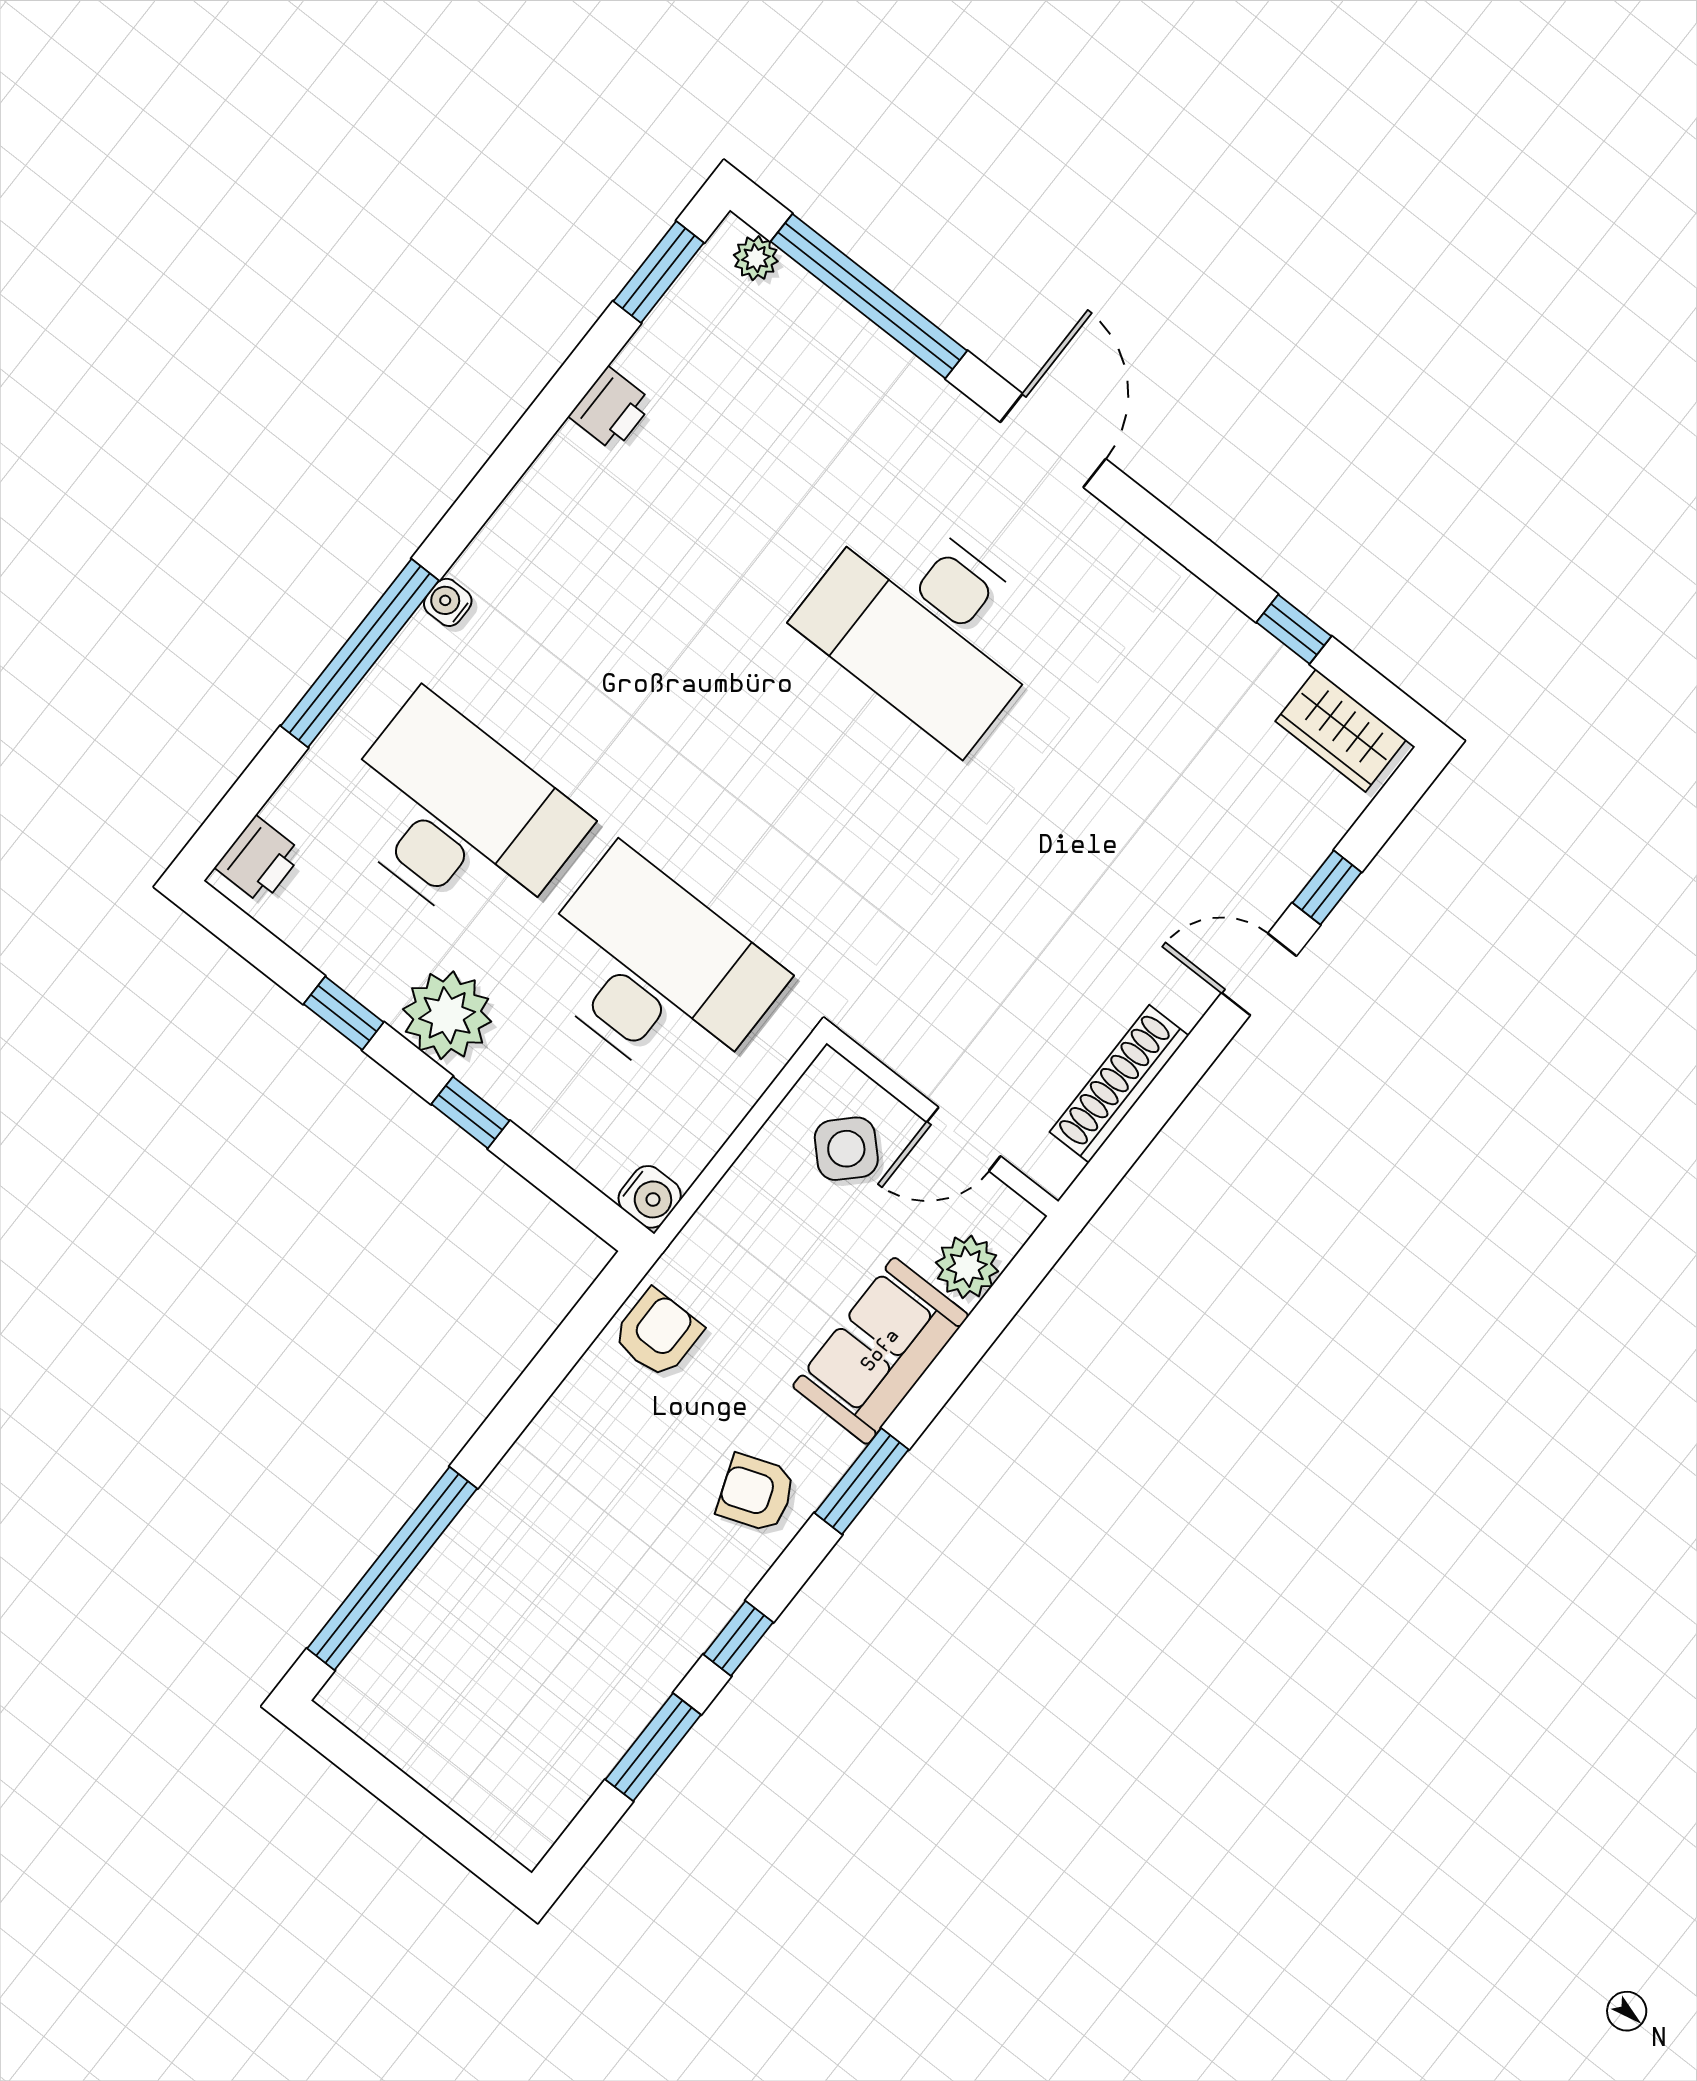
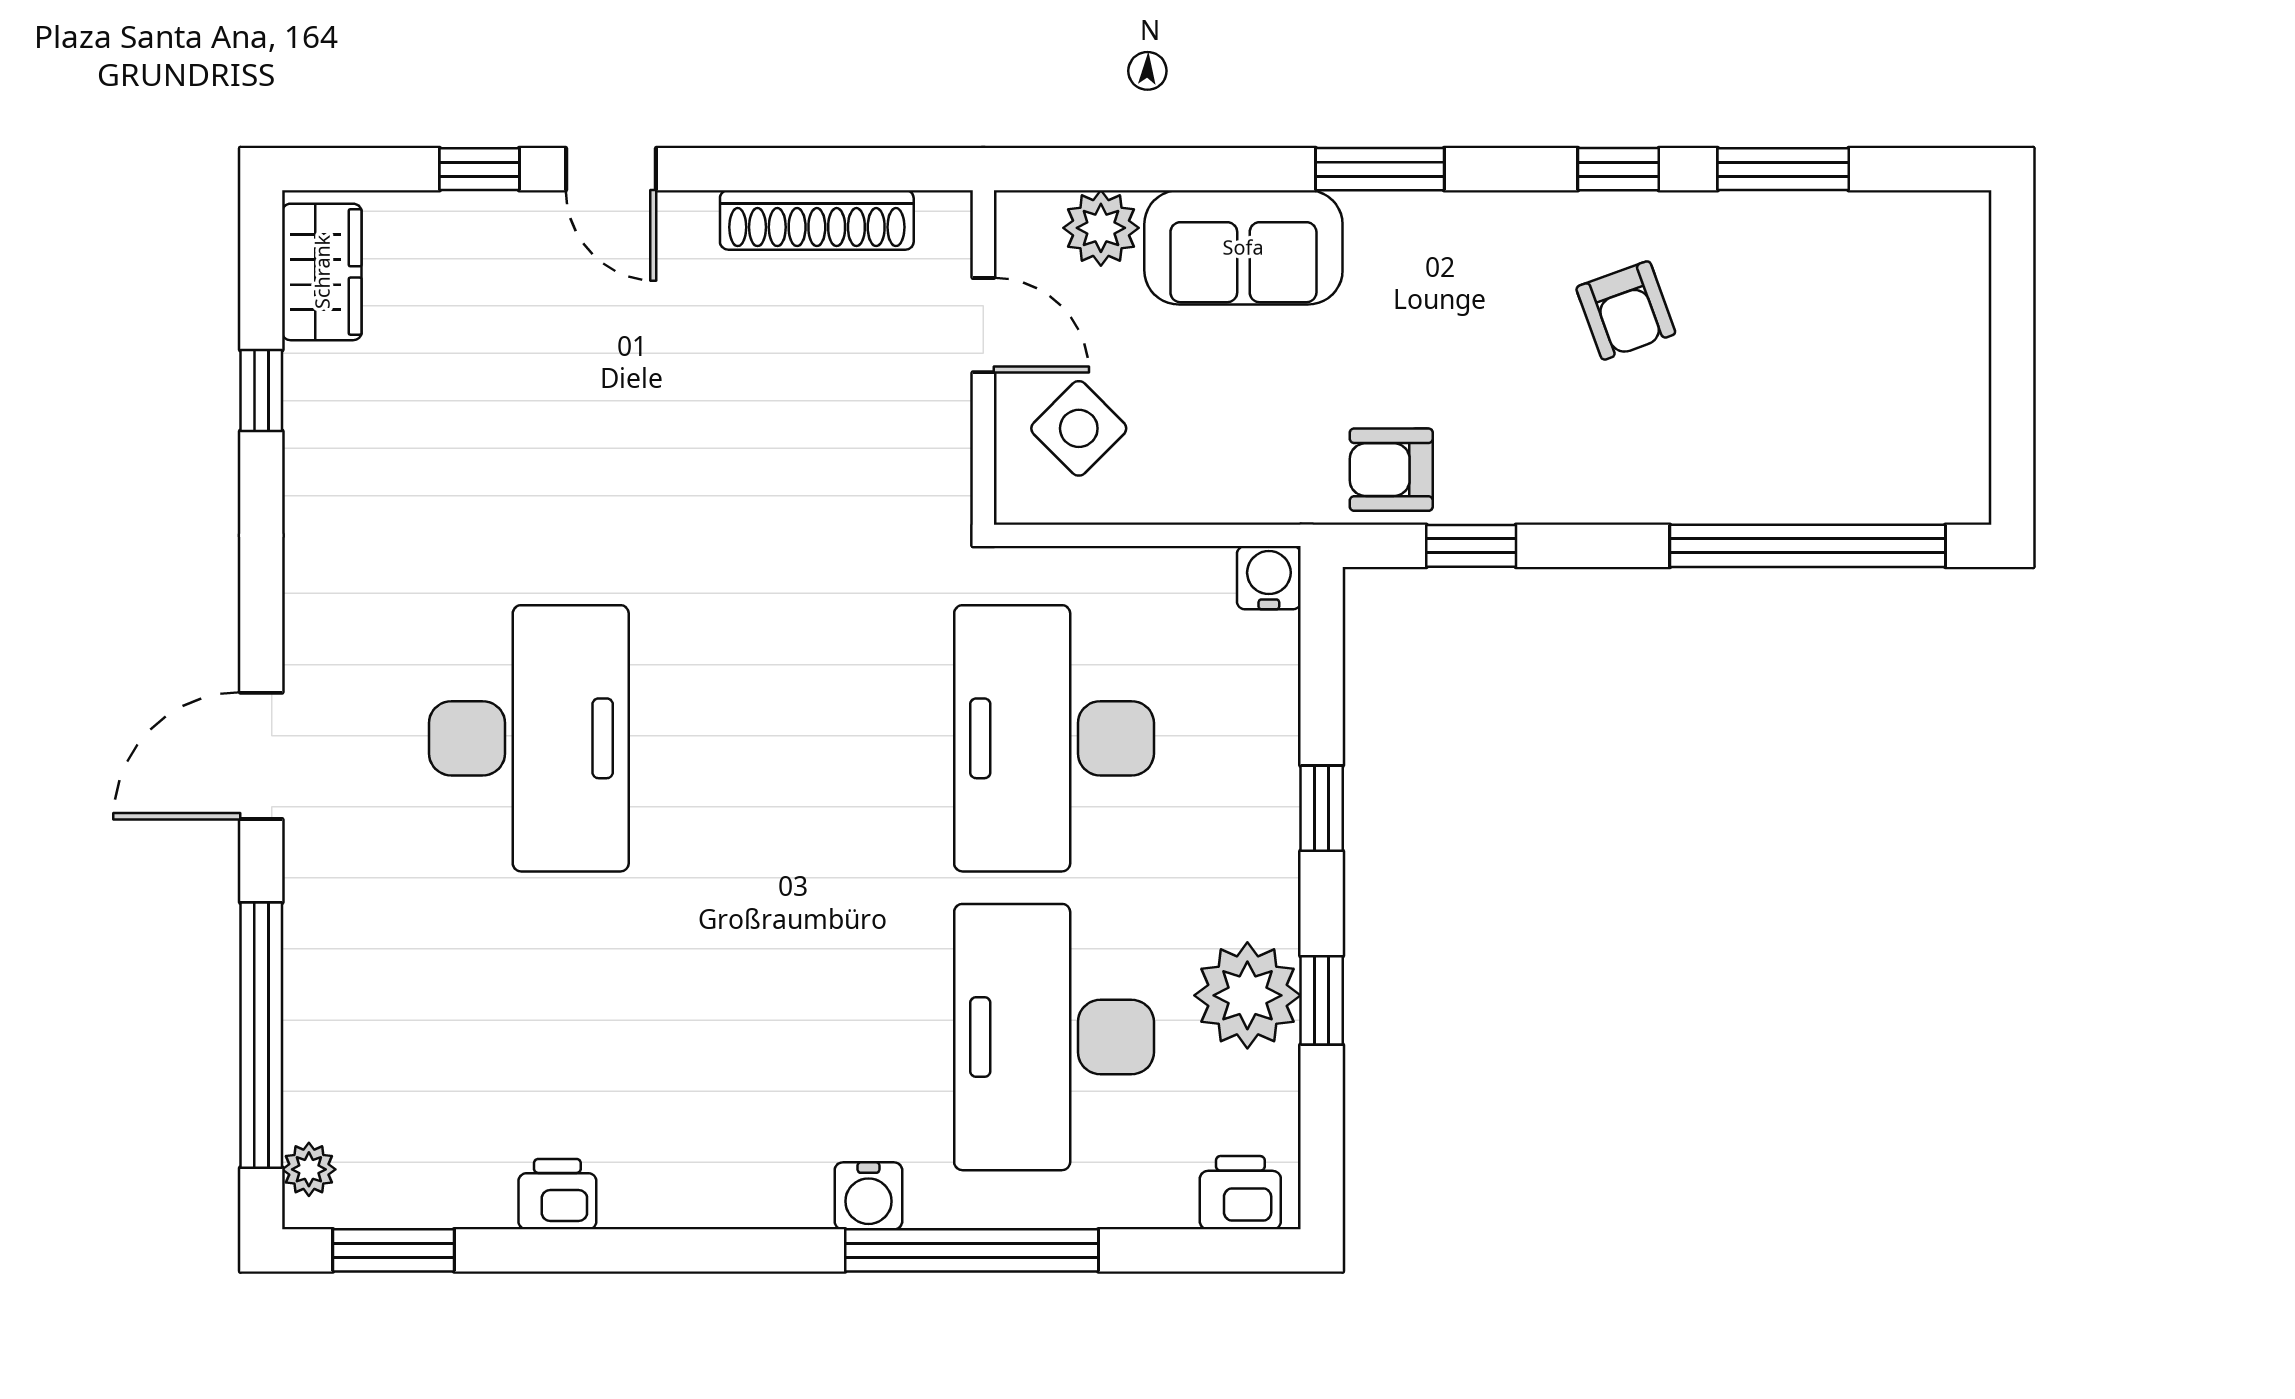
water cooler: (448, 602) -> (868, 1196), width x1.38, depth x1.38
plant: (447, 1015) -> (1247, 995), moved
window: (566, 1347) -> (1471, 546), added
armchair: (756, 1493) -> (1626, 310), moved

